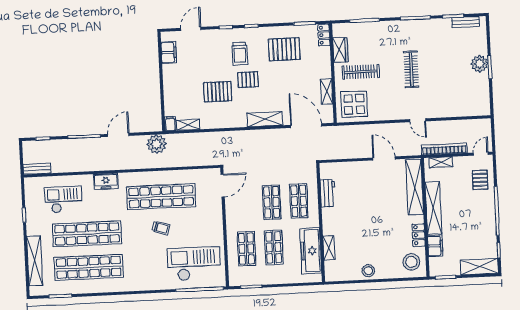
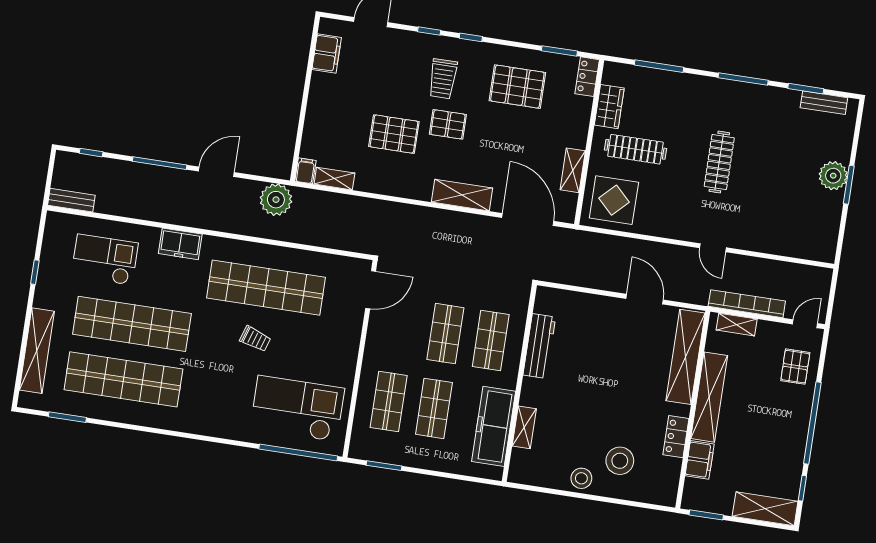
workbench: (328, 193) -> (539, 346), width x1.37
stool: (411, 262) -> (620, 461), moved

